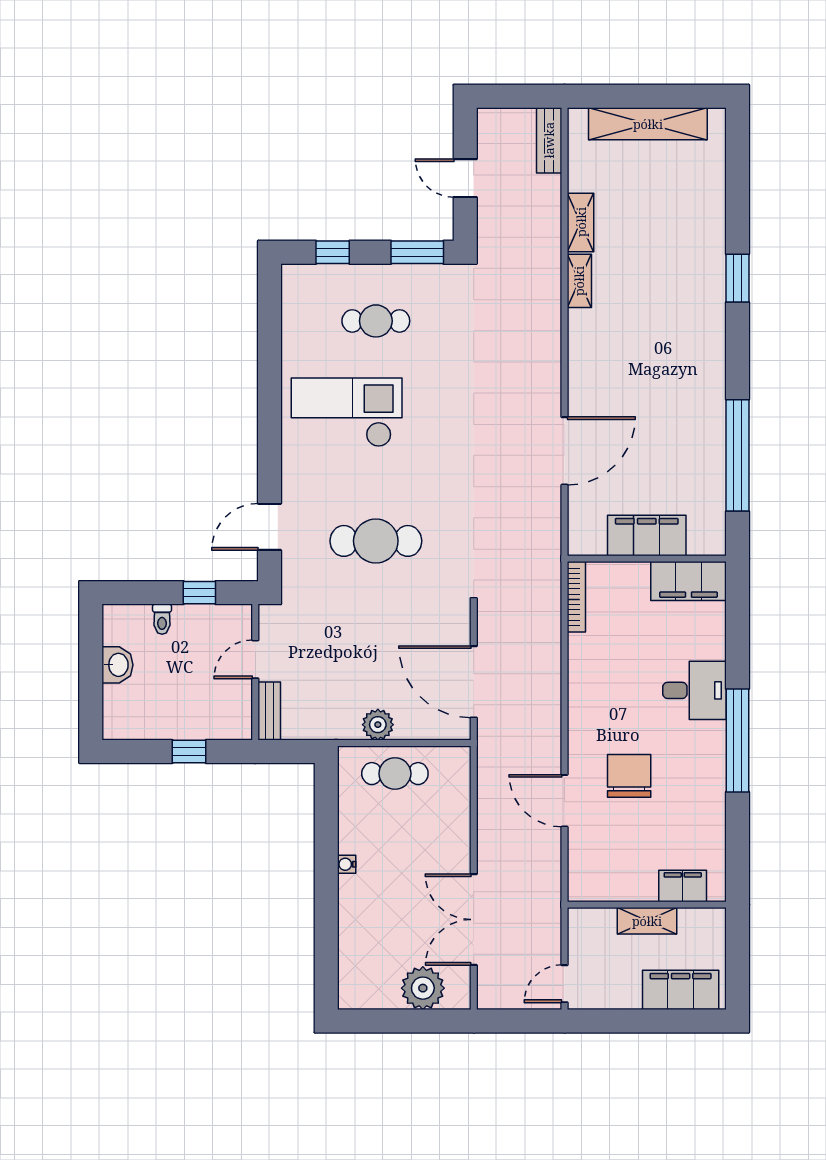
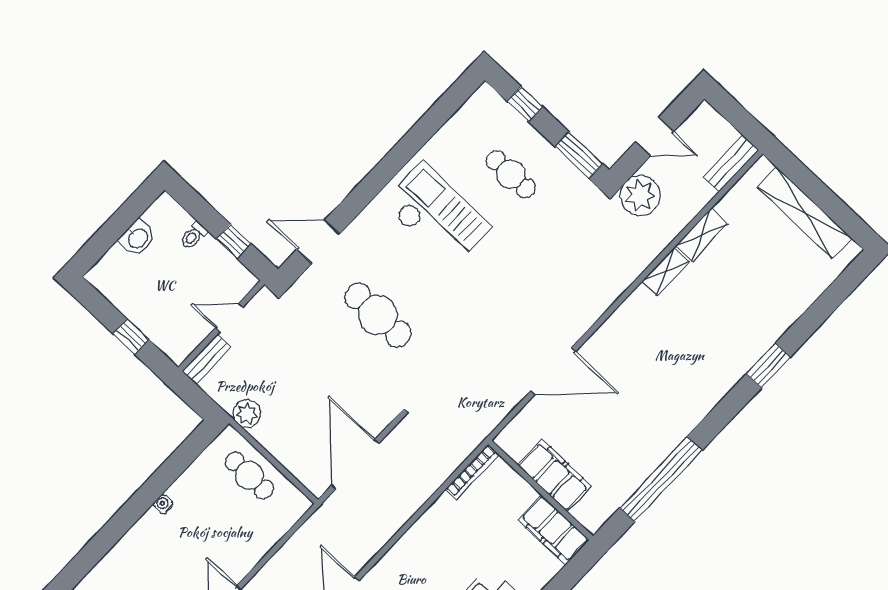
door: (465, 178) -> (654, 137), swing flipped
plant: (499, 238) -> (640, 195), added
plant: (378, 725) -> (247, 414), moved

